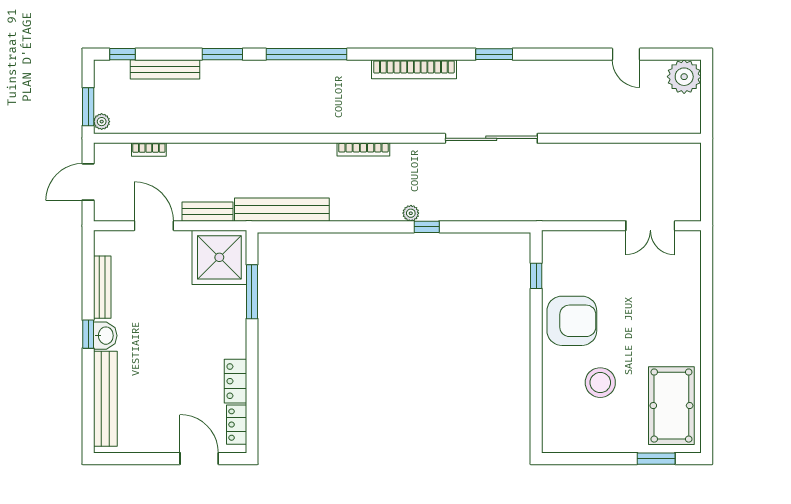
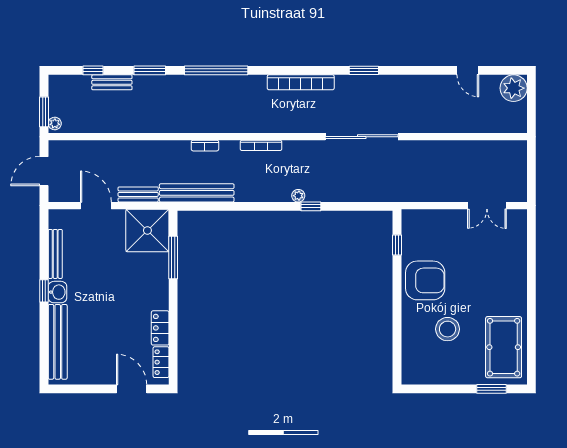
window: (122, 54) -> (93, 70), moved
bench: (165, 69) -> (112, 82), width x0.73
bookcase: (149, 150) -> (205, 146), moved

